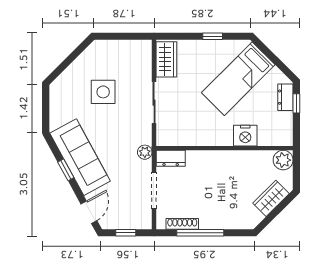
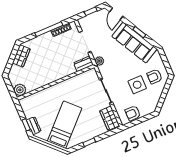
armchair: (128, 52) -> (133, 113), added
armchair: (72, 93) -> (155, 77), added
nightstand: (245, 136) -> (47, 94), removed
wardrobe: (271, 198) -> (21, 56), moved

